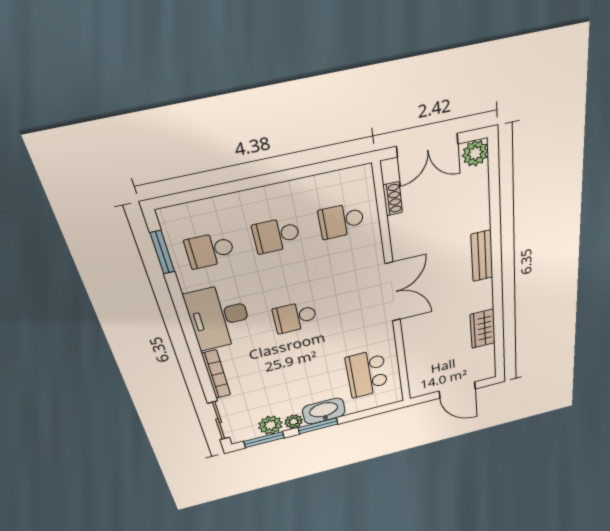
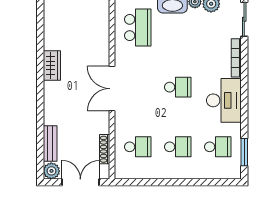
shoe rack: (393, 199) -> (105, 149), width x1.43
bench: (482, 256) -> (50, 144), moved
wardrobe: (483, 329) -> (52, 65), moved

